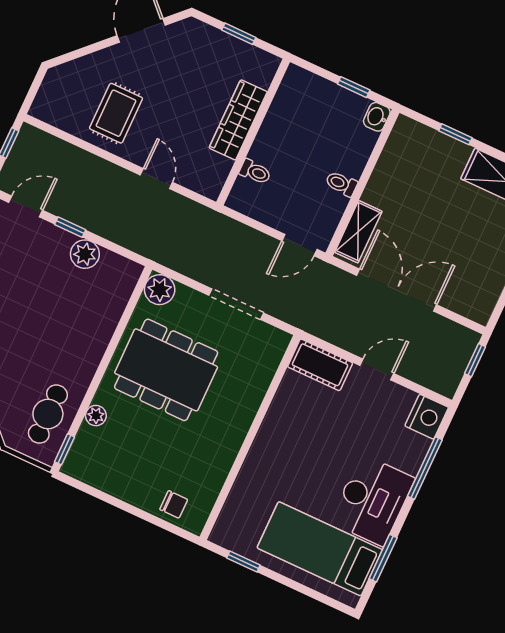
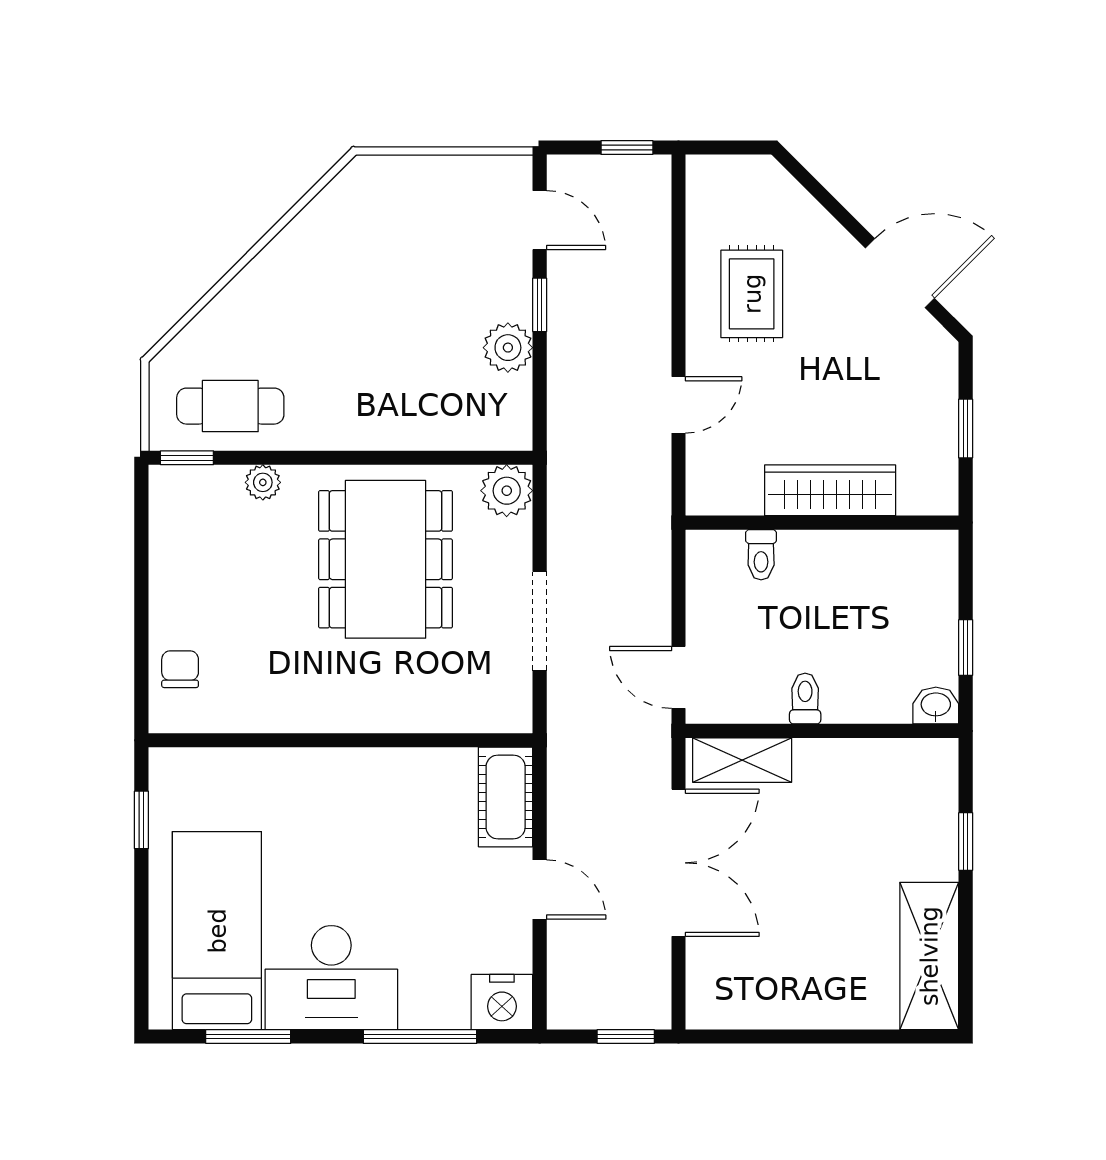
rug: (116, 113) -> (752, 294), turned 90
chair: (174, 504) -> (180, 669), turned 180

